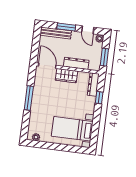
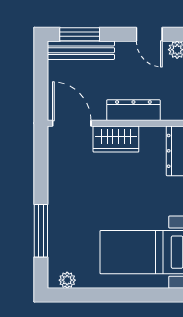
window: (66, 27) -> (80, 34), moved
window: (29, 98) -> (41, 231), moved

